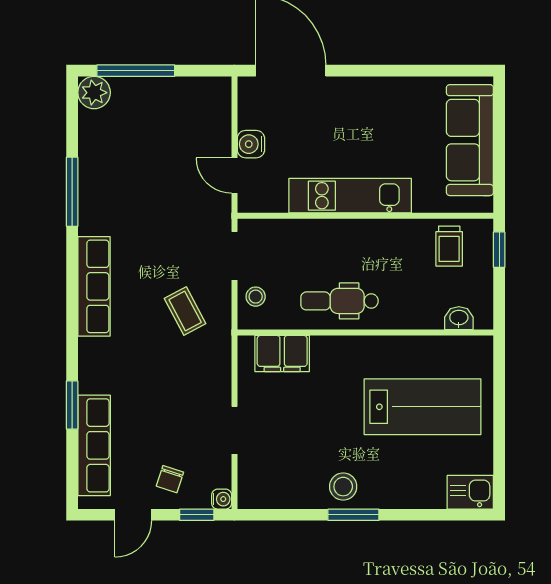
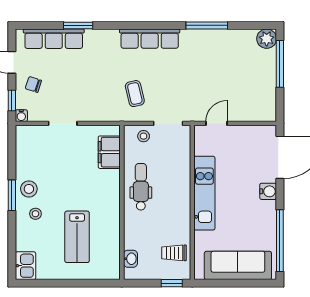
window: (429, 71) -> (280, 241), added
water cooler: (251, 144) -> (268, 191), moved, turned 90
coffee table: (185, 311) -> (135, 94), turned -75
lab bench: (423, 407) -> (77, 237), width x0.73, depth x0.72
stool: (384, 476) -> (35, 214), added

